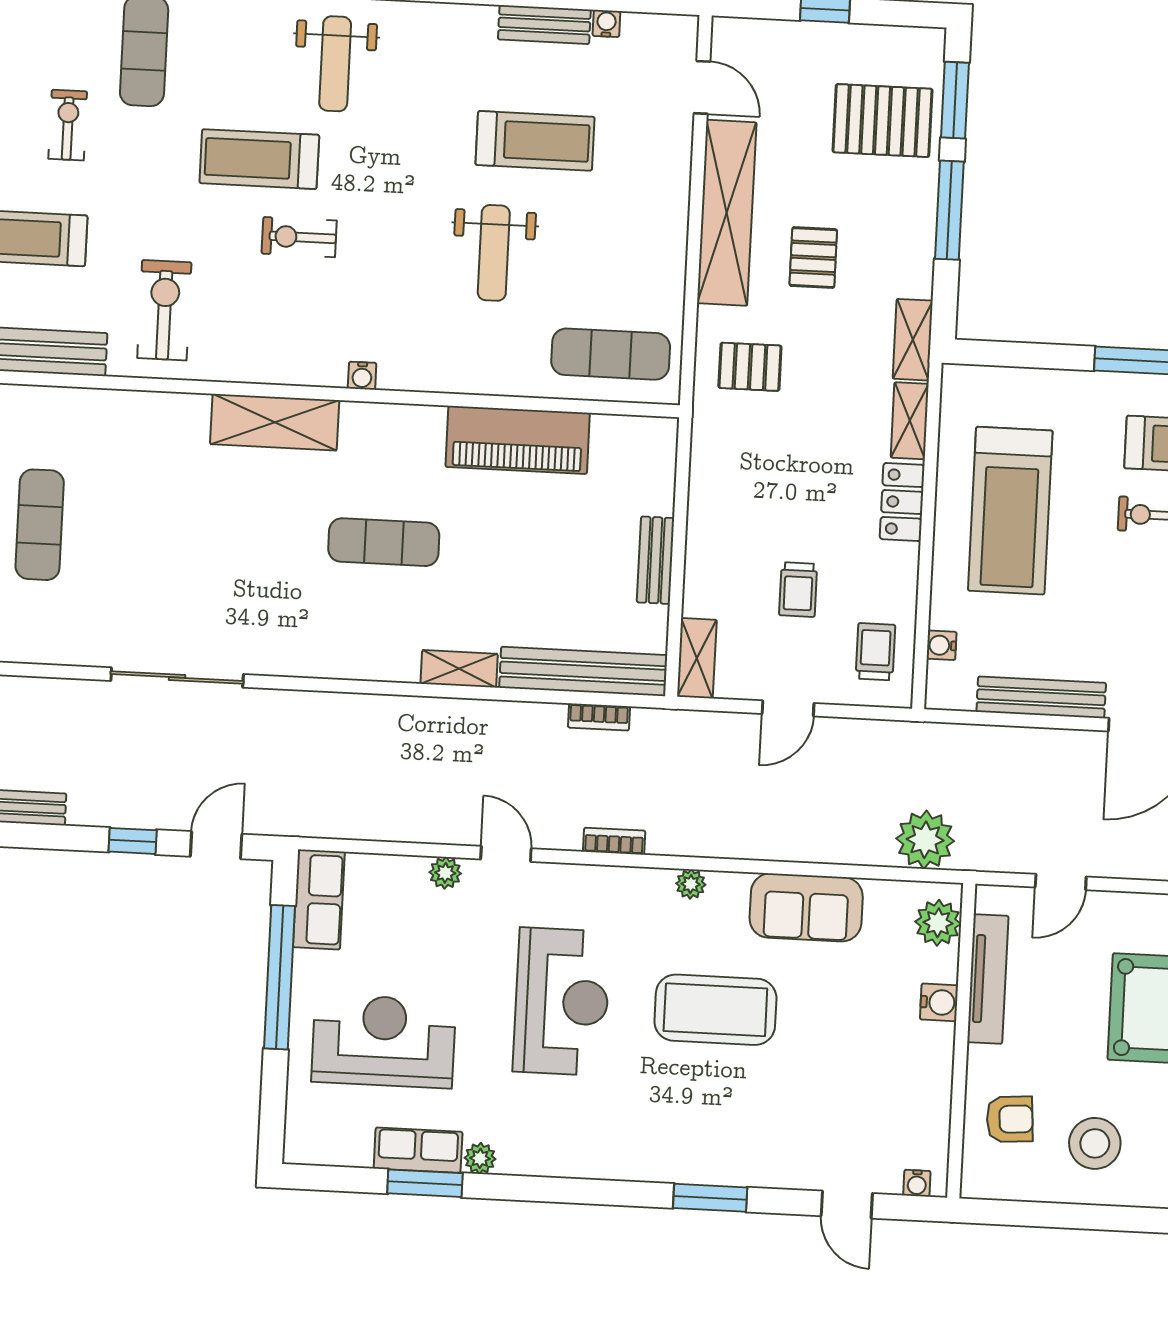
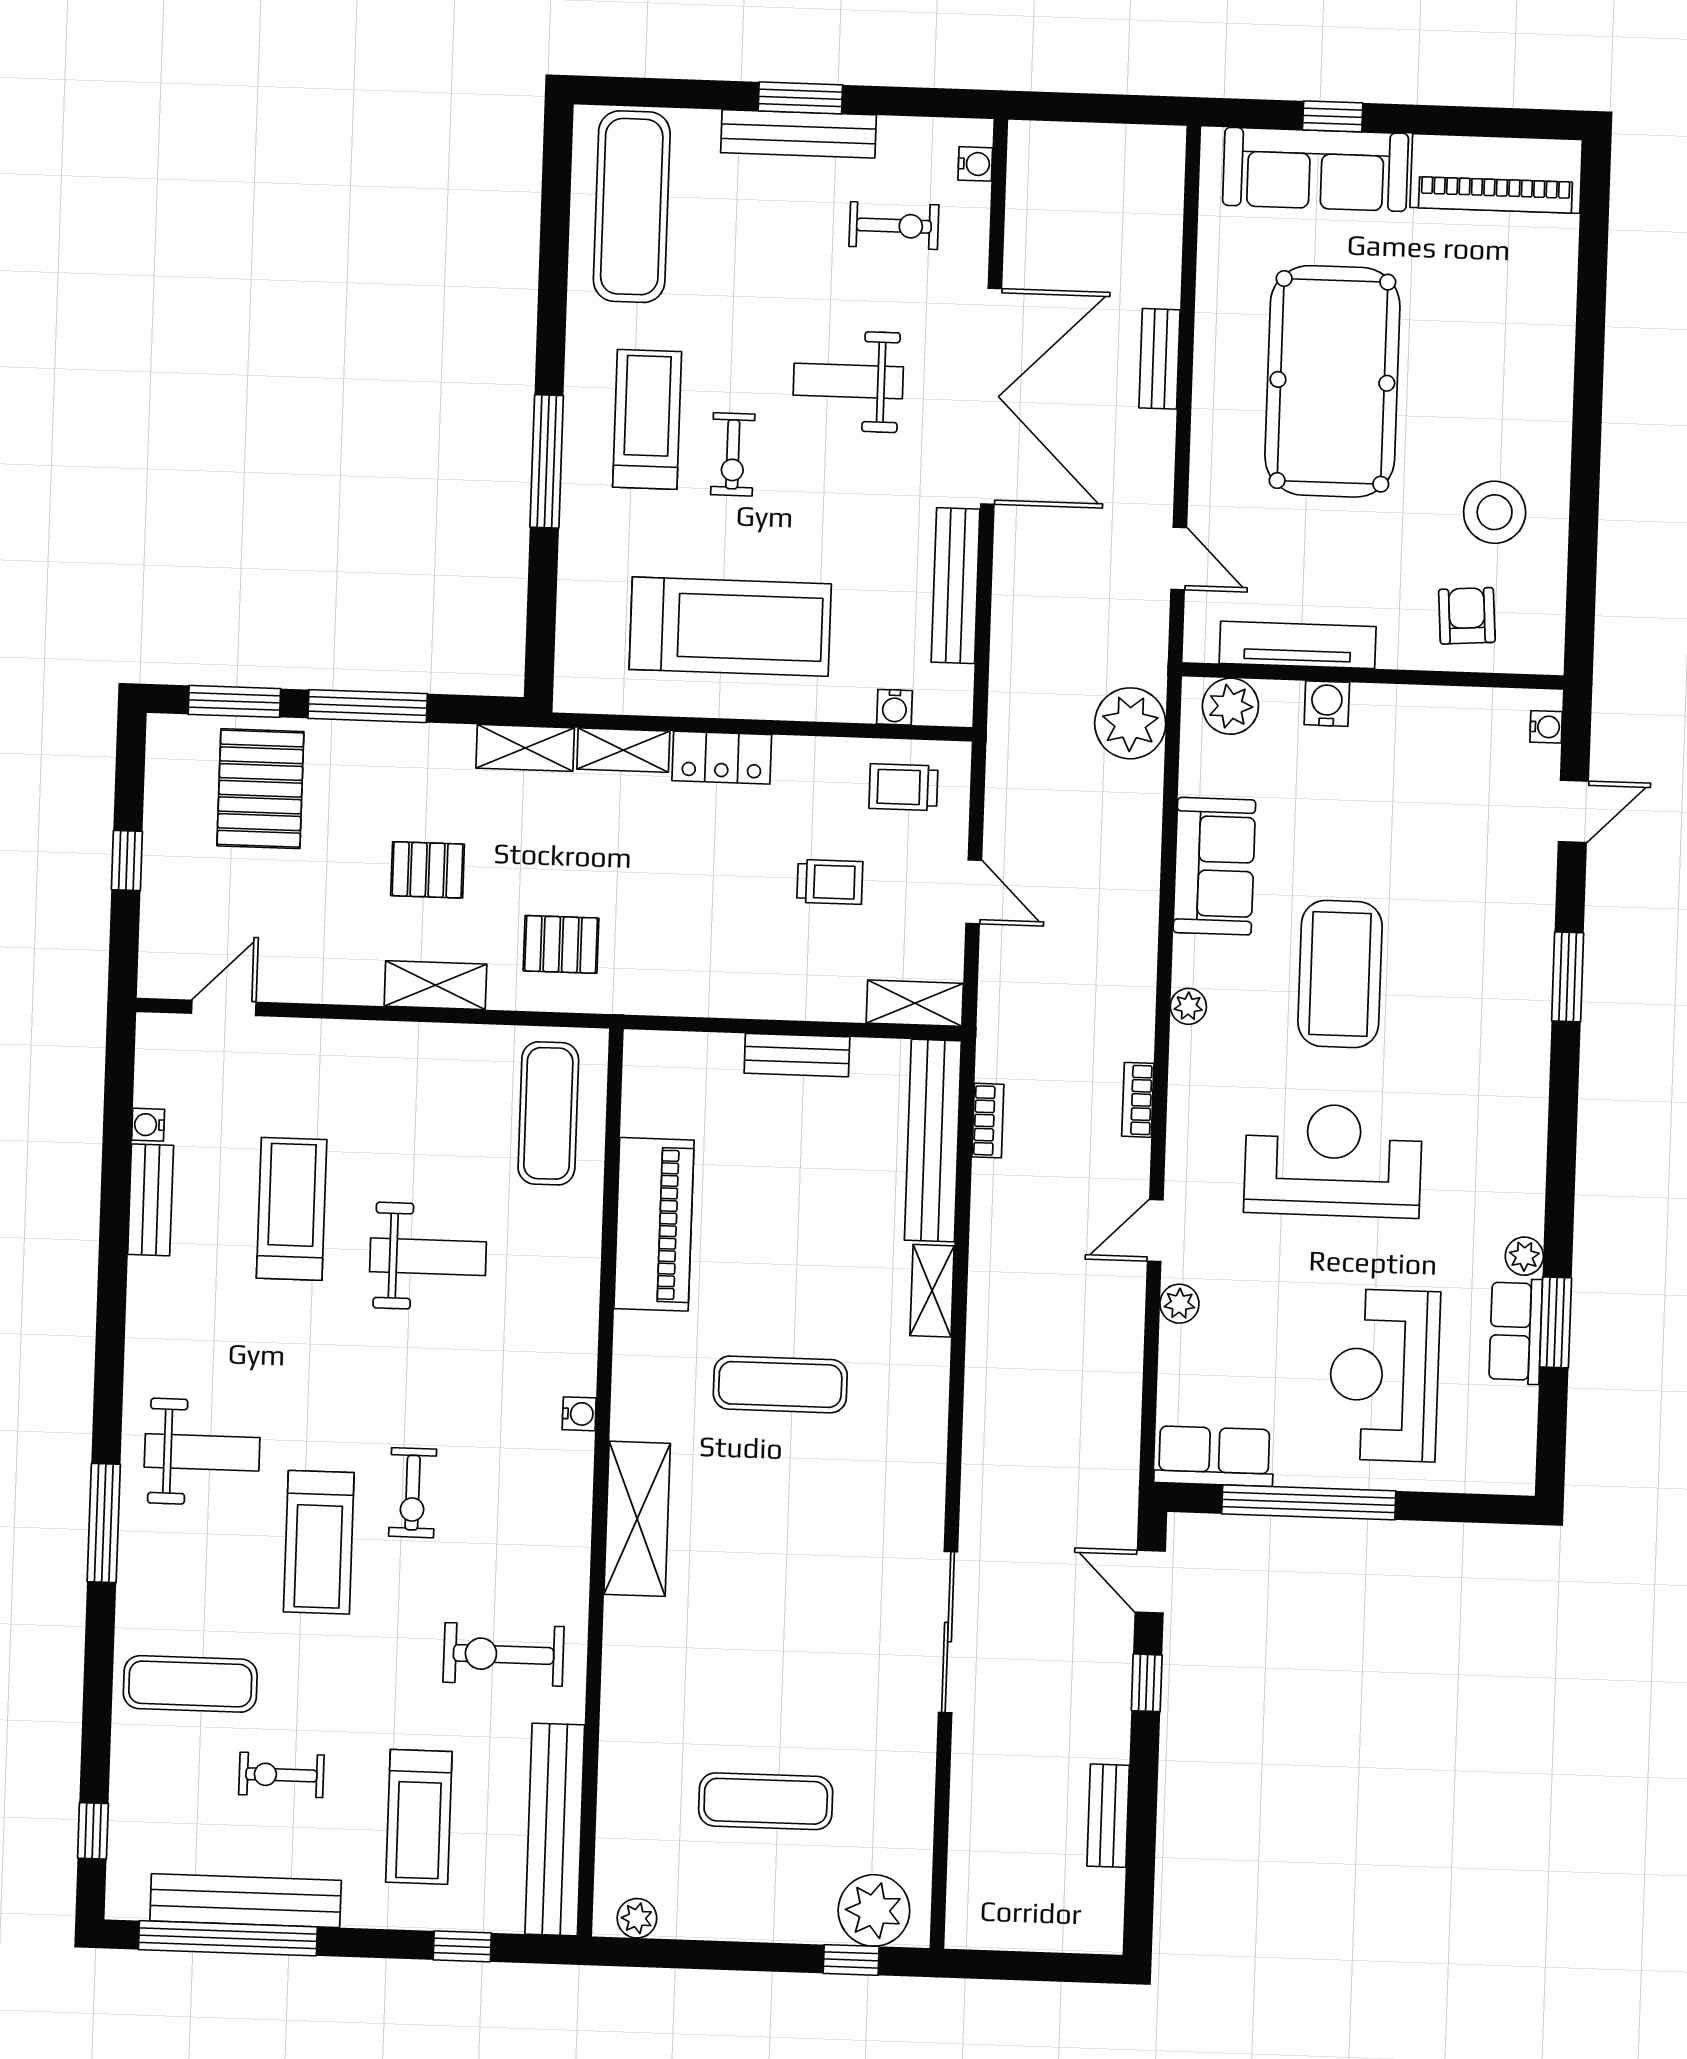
shelving: (727, 213) -> (435, 985), width x0.45, depth x0.75
pallet: (750, 367) -> (561, 944), turned 90
exercise mat: (384, 542) -> (780, 1384), turned 90

